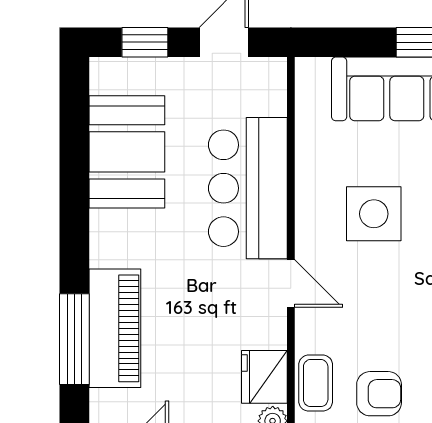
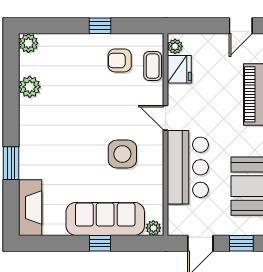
plant: (314, 71) -> (153, 228), added

